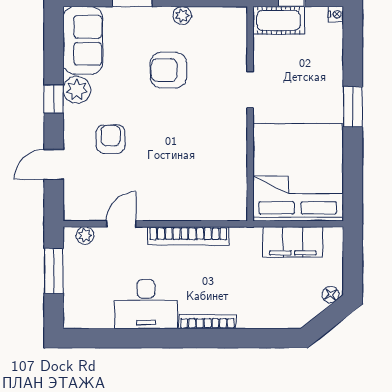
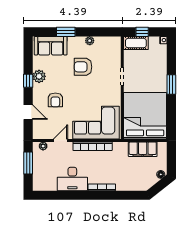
sofa: (83, 40) -> (51, 46), moved, turned 90
armchair: (111, 139) -> (55, 100), turned 180
door: (54, 165) -> (28, 112), swing flipped
corner sofa: (196, 187) -> (96, 123), added

